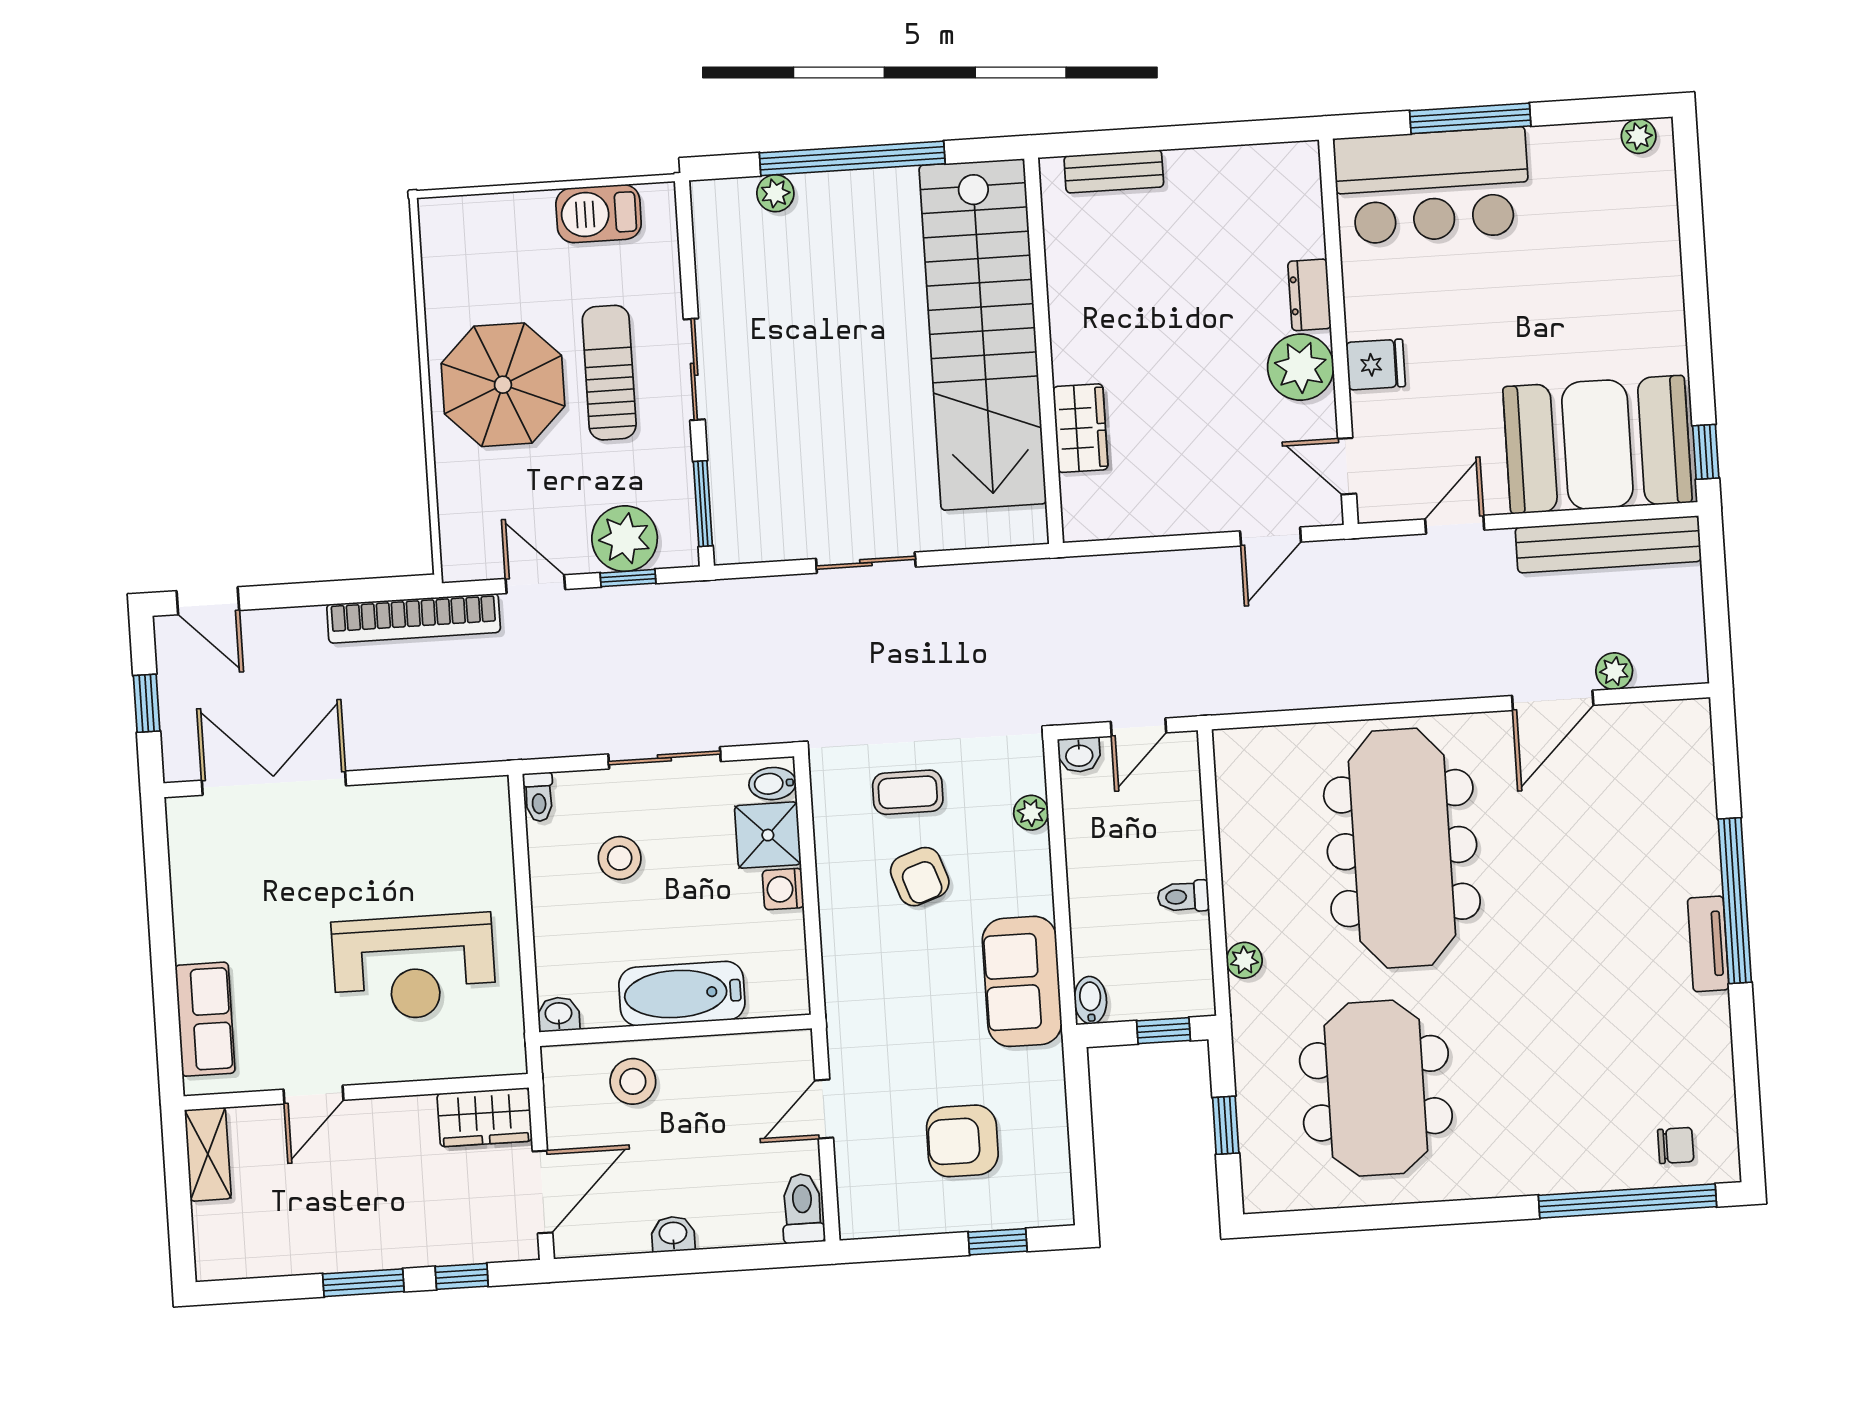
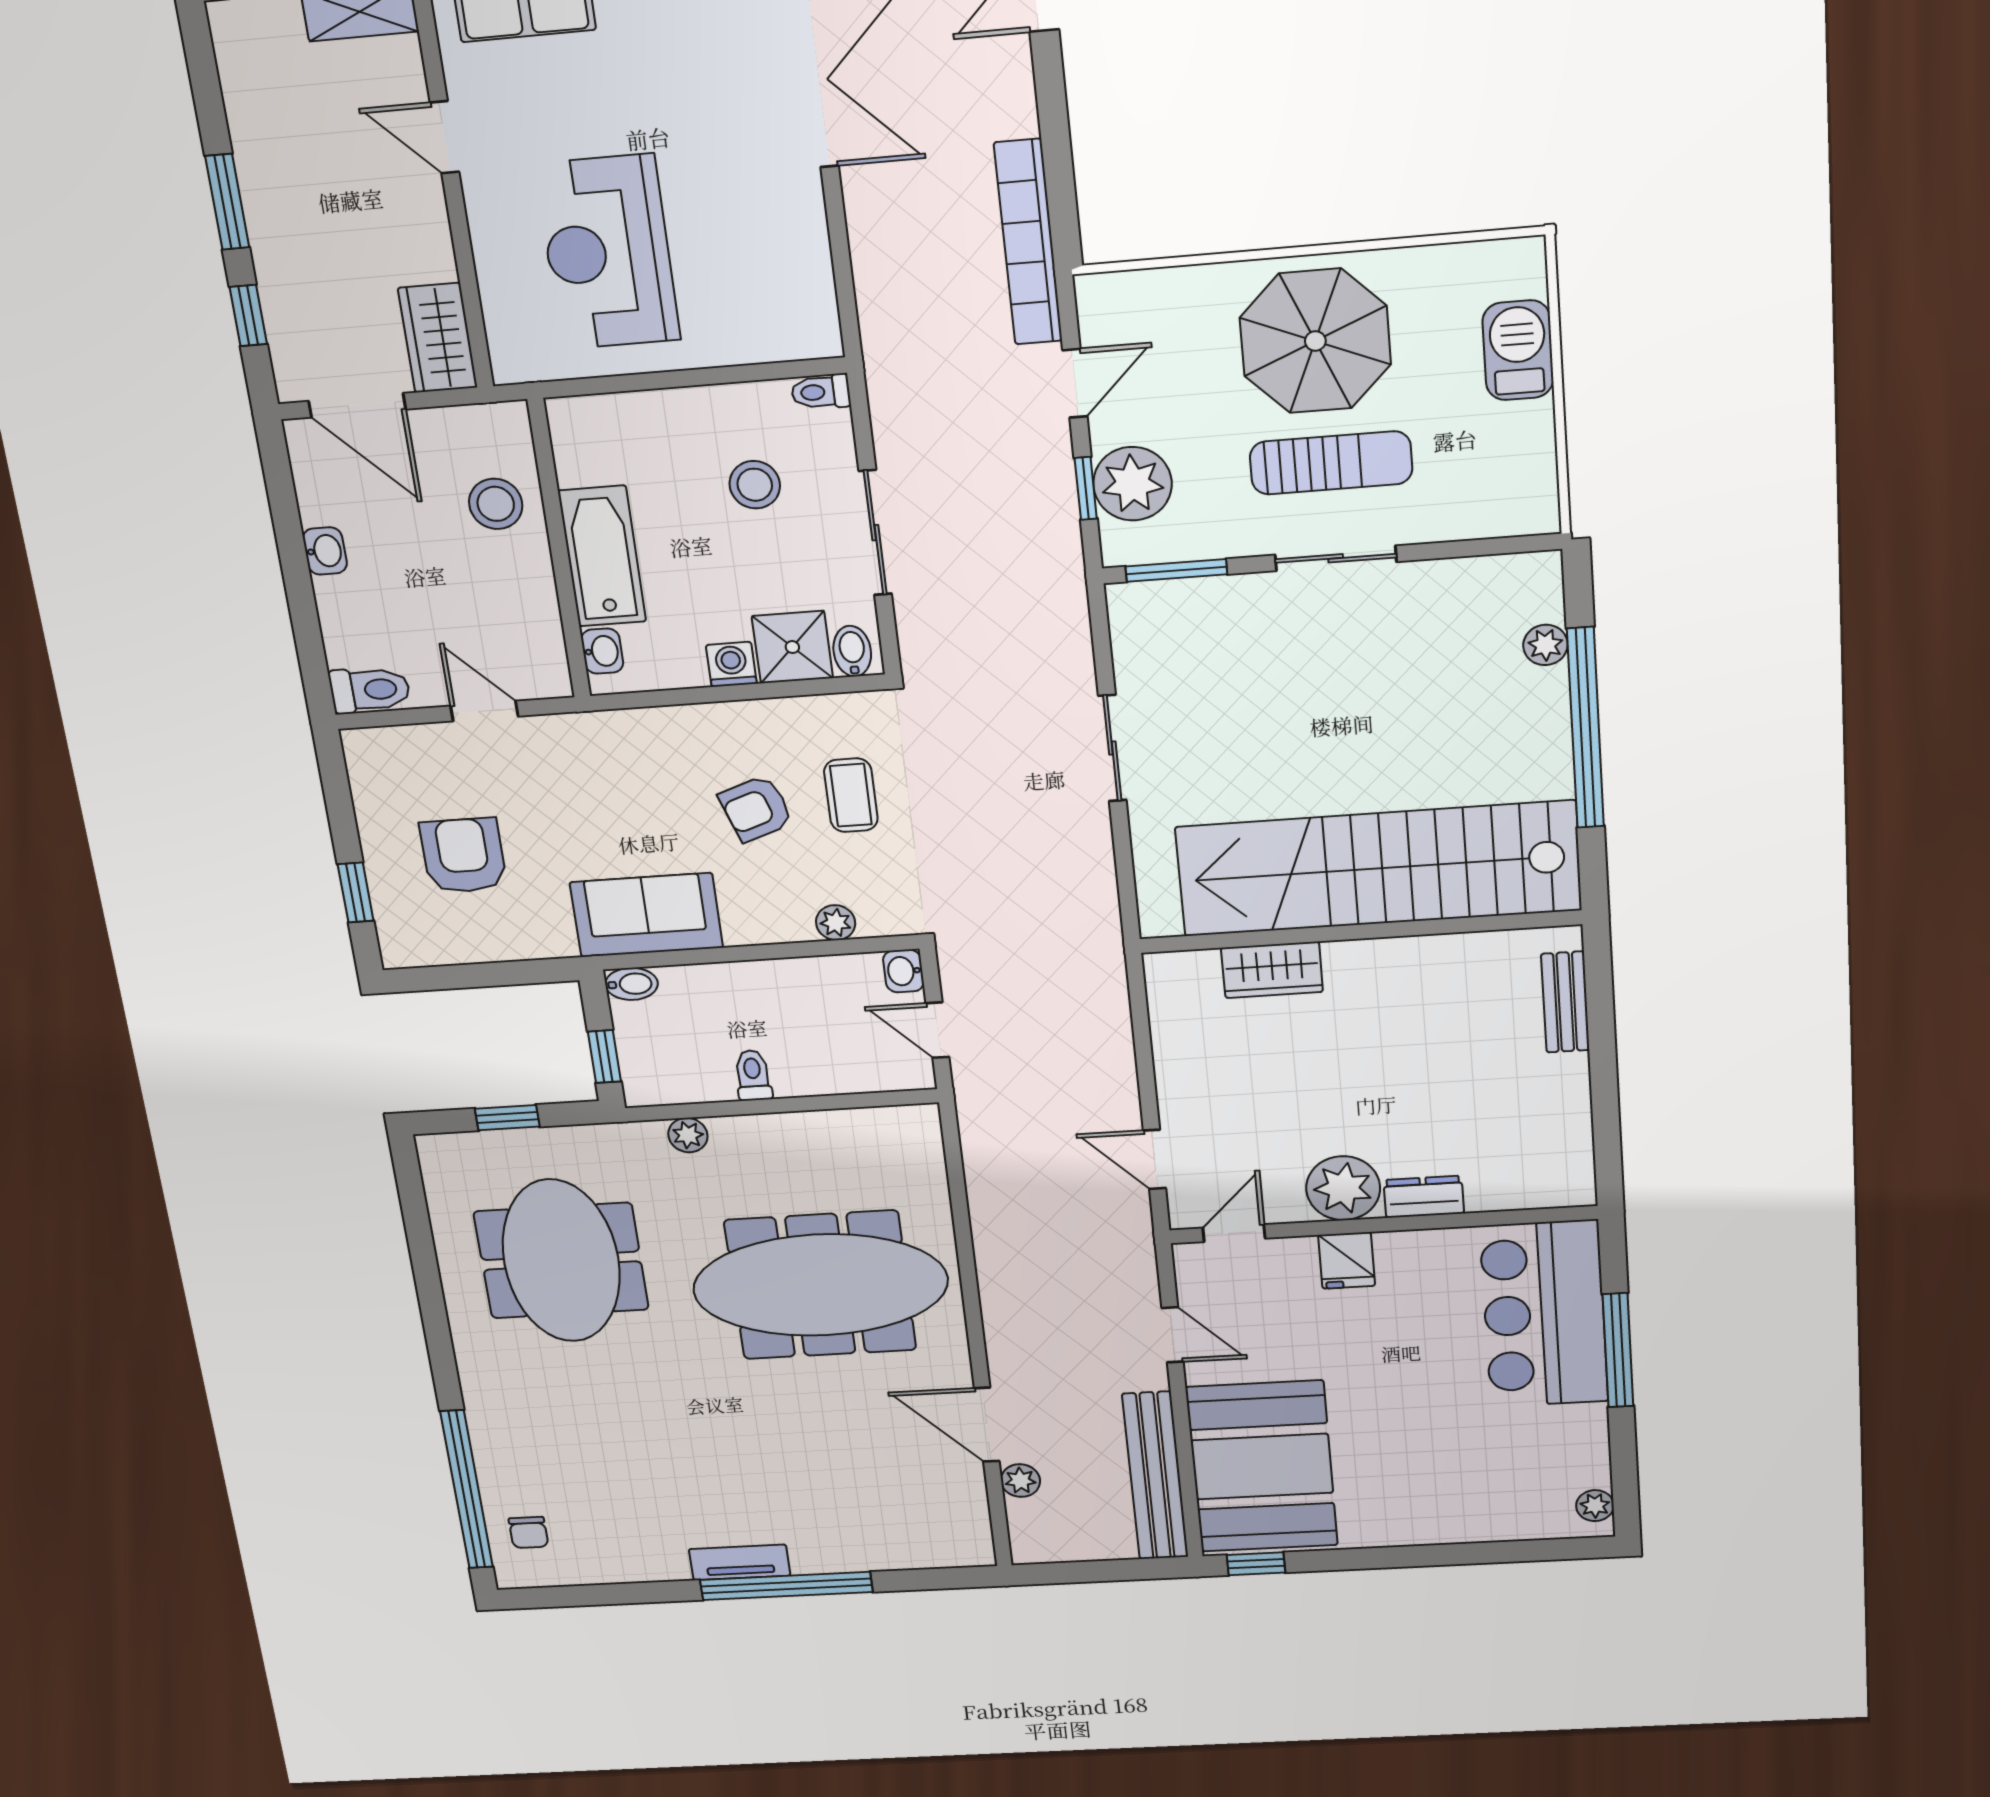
barbecue: (599, 214) -> (1518, 350), moved
washbasin: (559, 1014) -> (602, 651), moved
meeting table: (1376, 1088) -> (561, 1261), turned 90

